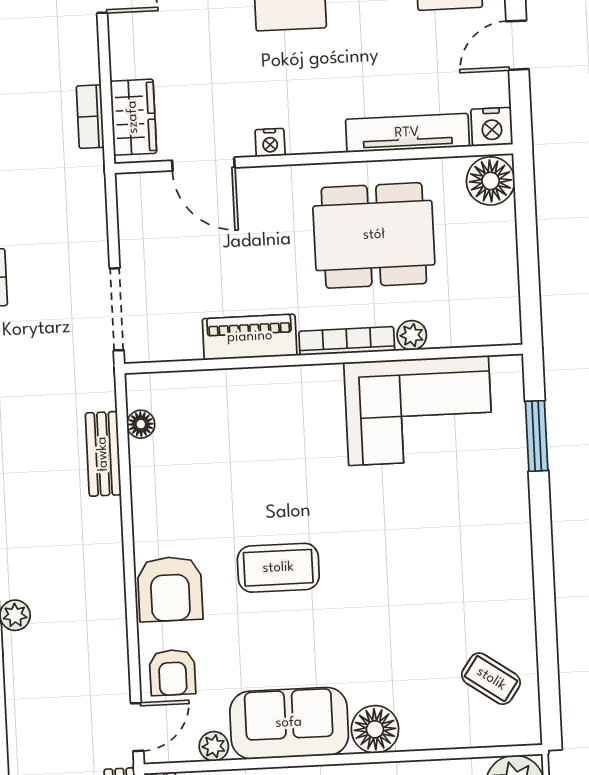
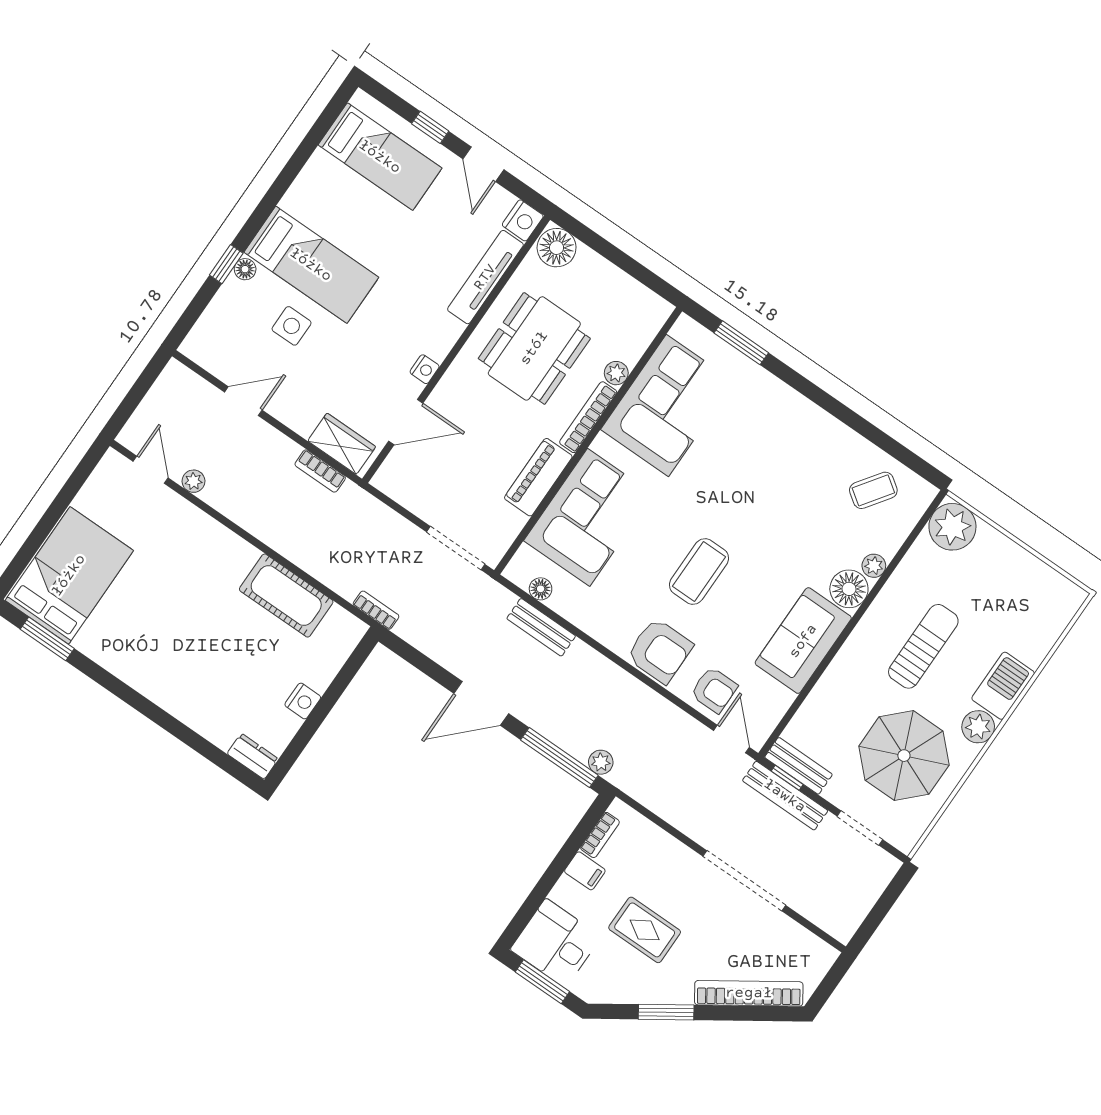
corner sofa: (248, 417) -> (589, 517), added
plant: (214, 746) -> (874, 566), moved

